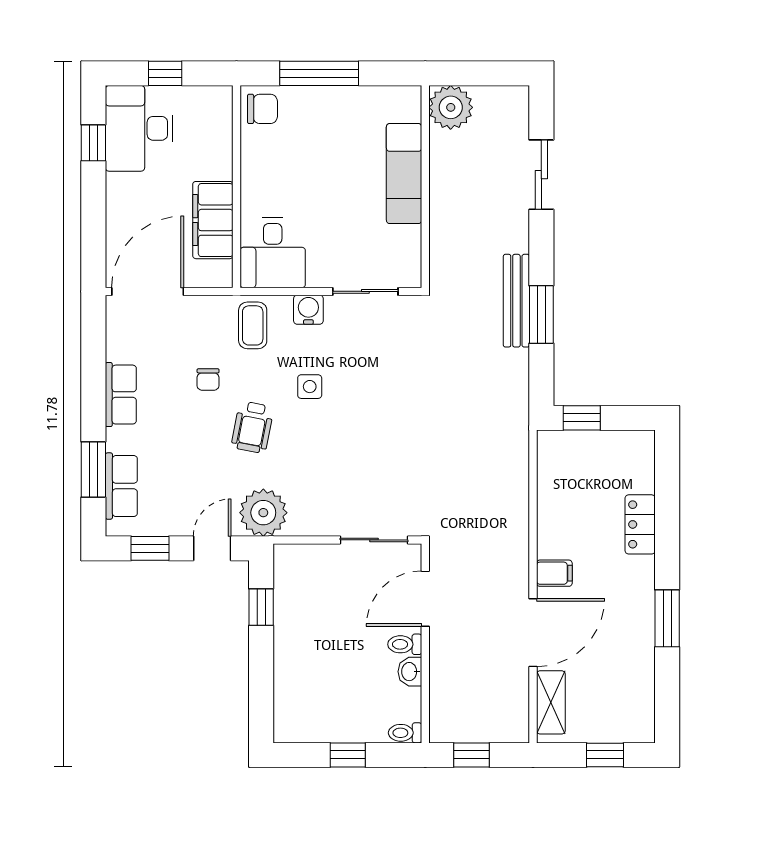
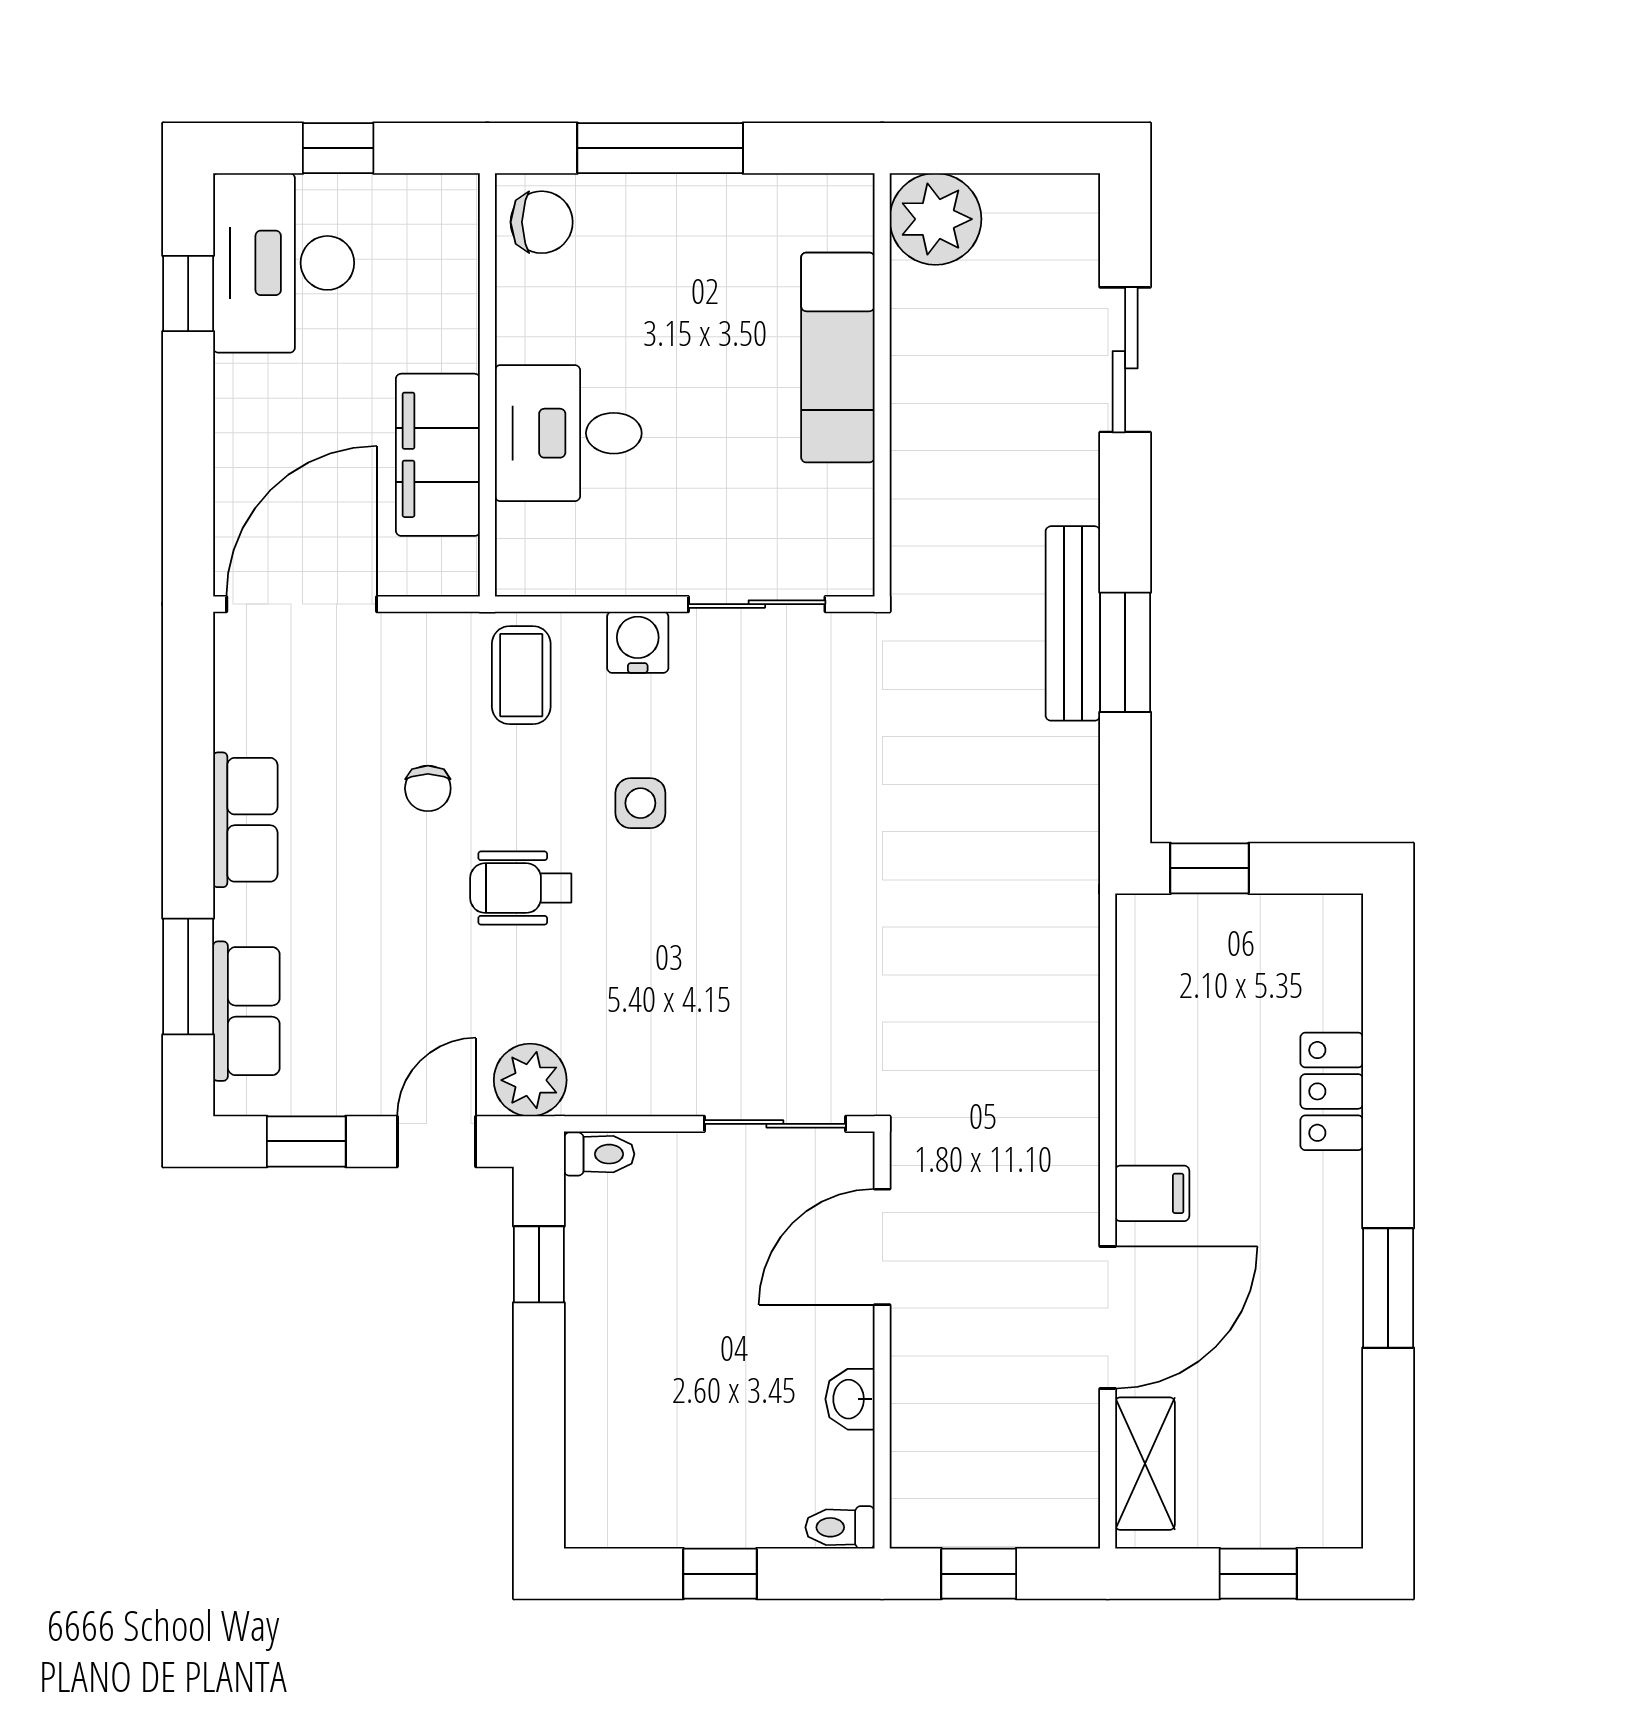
desk: (273, 253) -> (568, 433), moved, turned 90
wheelchair: (252, 427) -> (521, 888), turned 79
plant: (263, 513) -> (530, 1080), width x0.73, depth x0.73
toilet: (405, 644) -> (599, 1154), moved, turned 180

